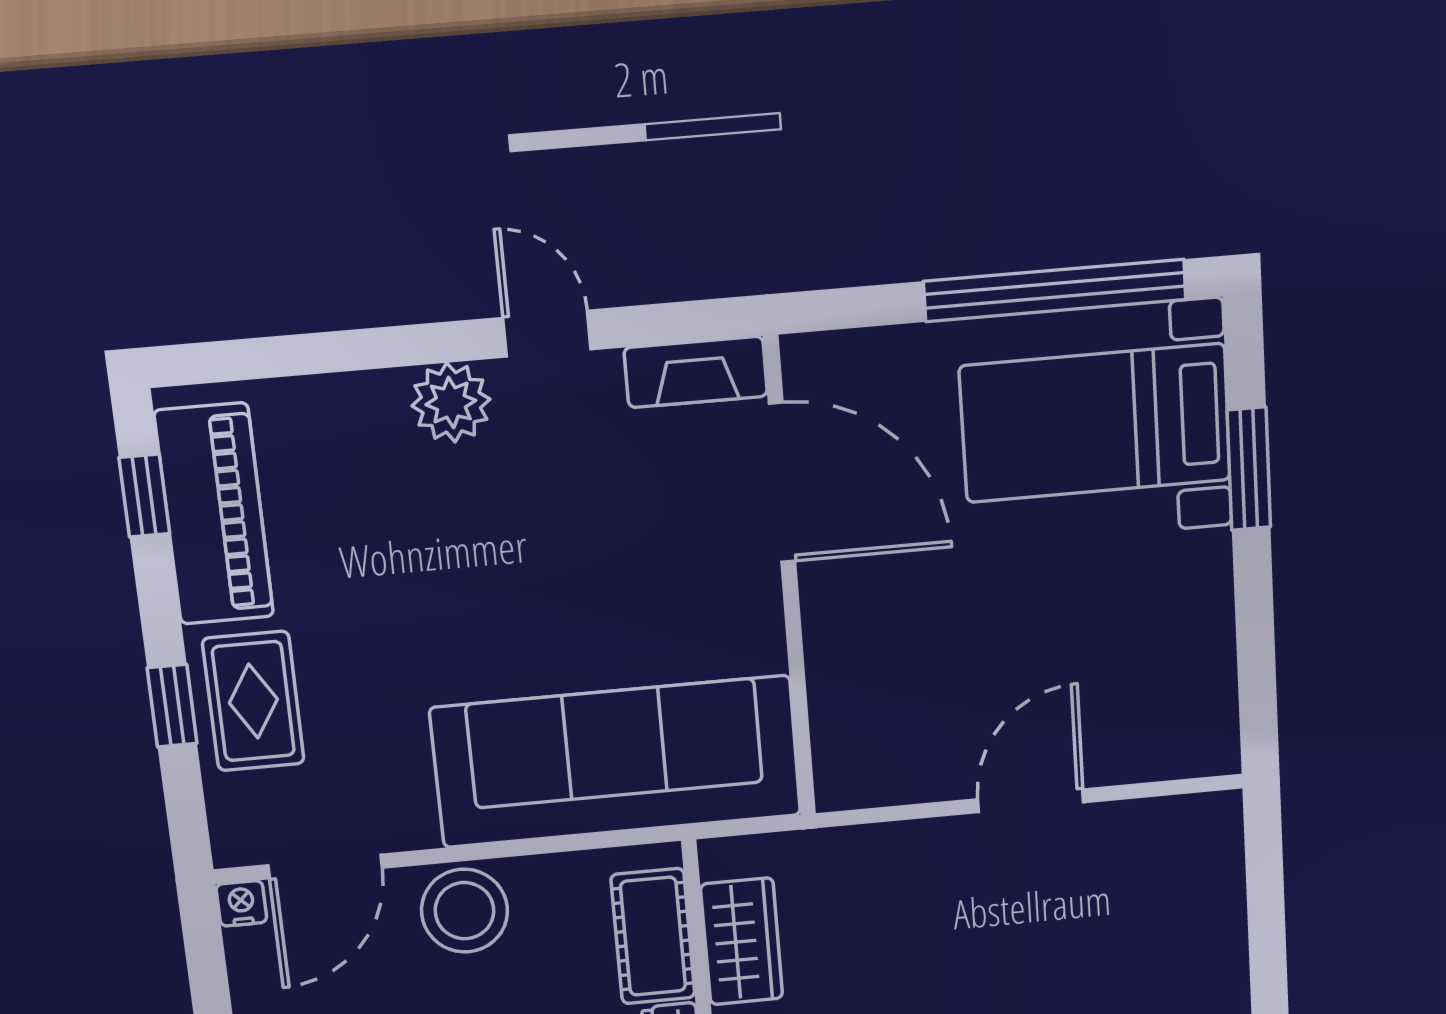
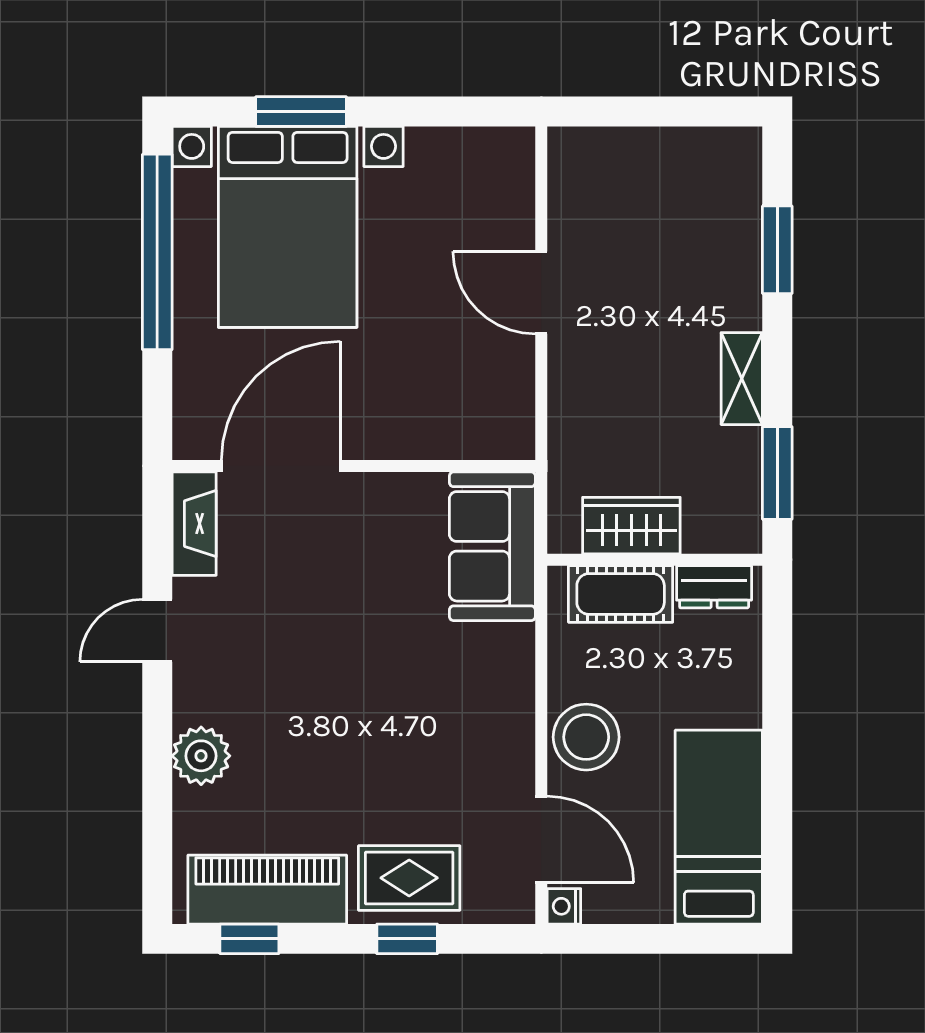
plant: (451, 403) -> (201, 756), moved
bed with nightstands: (1095, 423) -> (288, 227), width x1.36
sofa: (616, 762) -> (492, 546), width x0.54, depth x0.79

